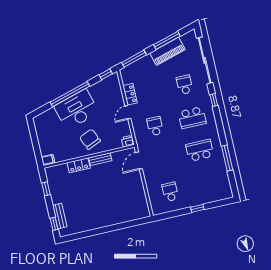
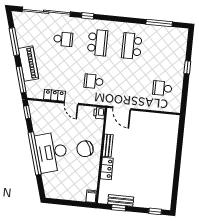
piano: (167, 51) -> (28, 64), moved
school desk: (185, 85) -> (63, 39), turned 180
window: (227, 158) -> (159, 23), moved
bench: (60, 216) -> (121, 200), moved

